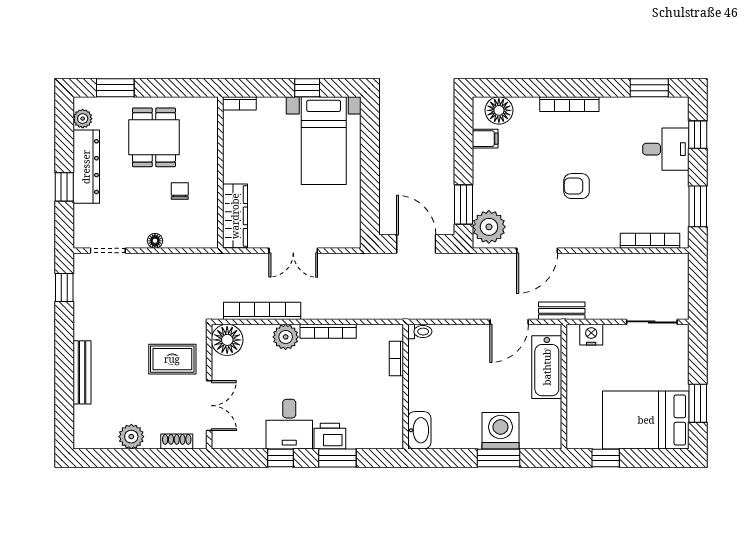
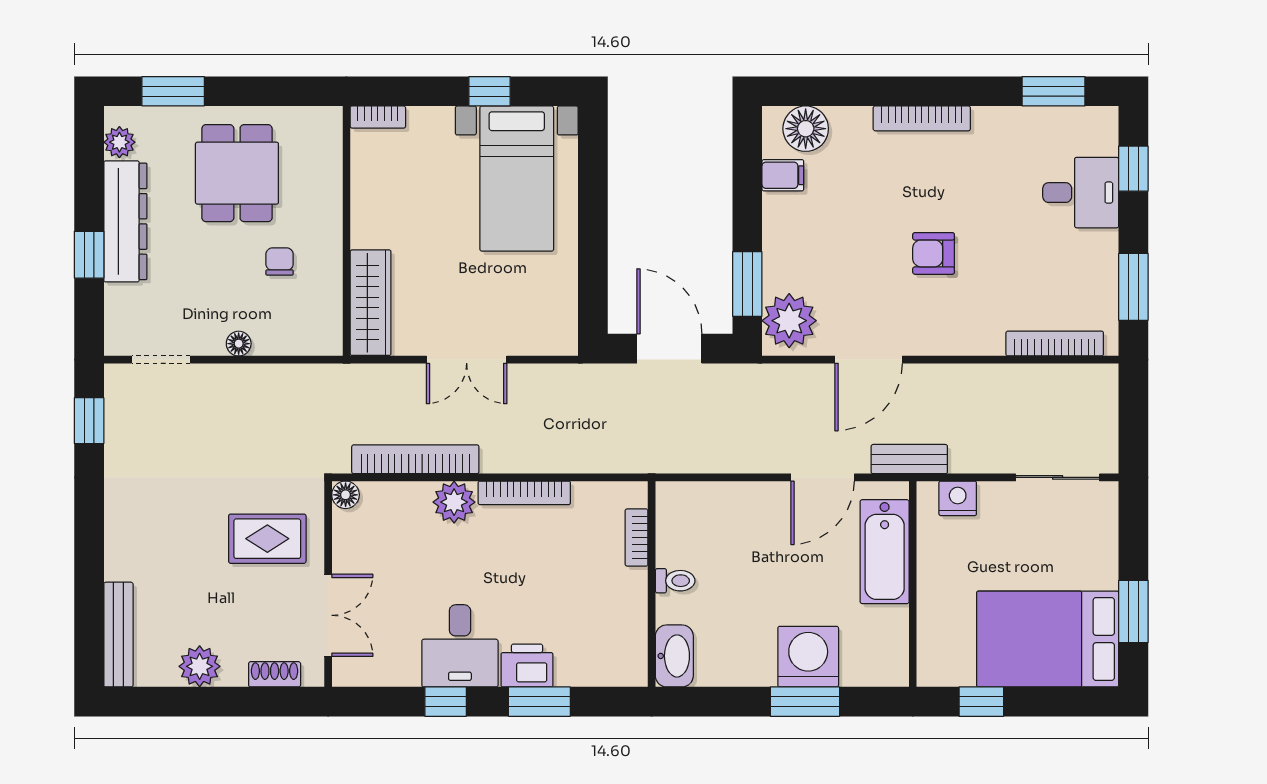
toilet: (420, 332) -> (675, 581), moved
floor lamp: (227, 340) -> (346, 495), width x0.53, depth x0.53
bench: (82, 372) -> (118, 635), moved

